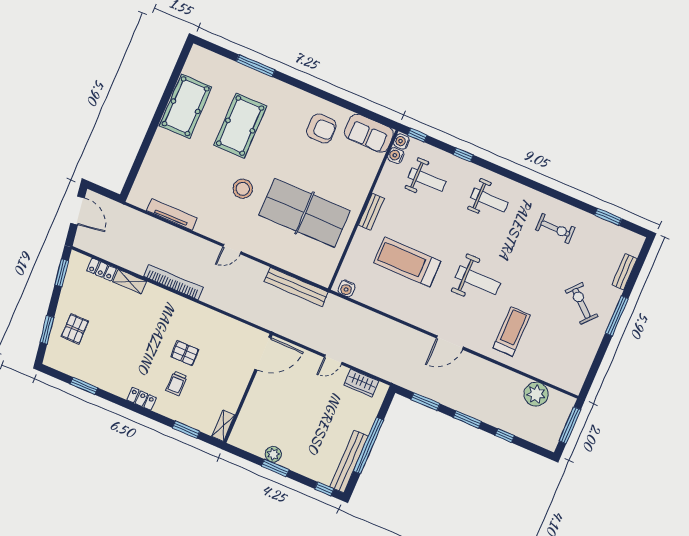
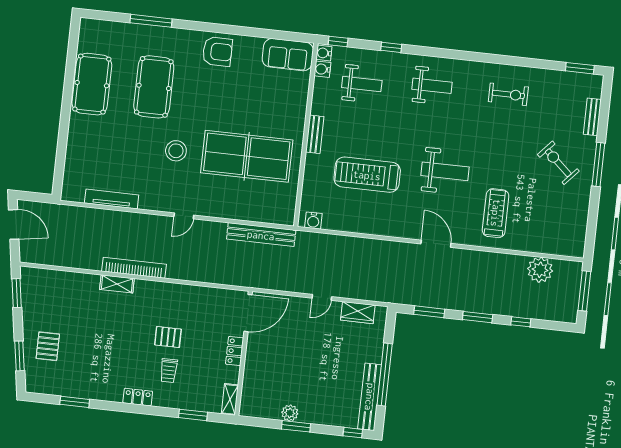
armchair: (321, 128) -> (217, 52), moved
window: (608, 217) -> (580, 68), moved
locker: (102, 270) -> (235, 351), moved, turned 90
shelving: (130, 282) -> (117, 284), moved
door: (450, 343) -> (436, 244), swing flipped

